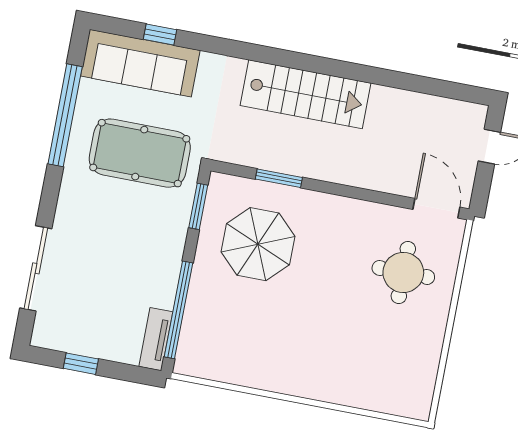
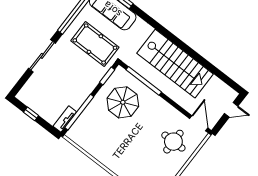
stairs: (306, 94) -> (175, 64), width x1.36, depth x1.51
window: (279, 178) -> (144, 81), width x2.11
sliding door: (36, 268) -> (42, 56), moved

